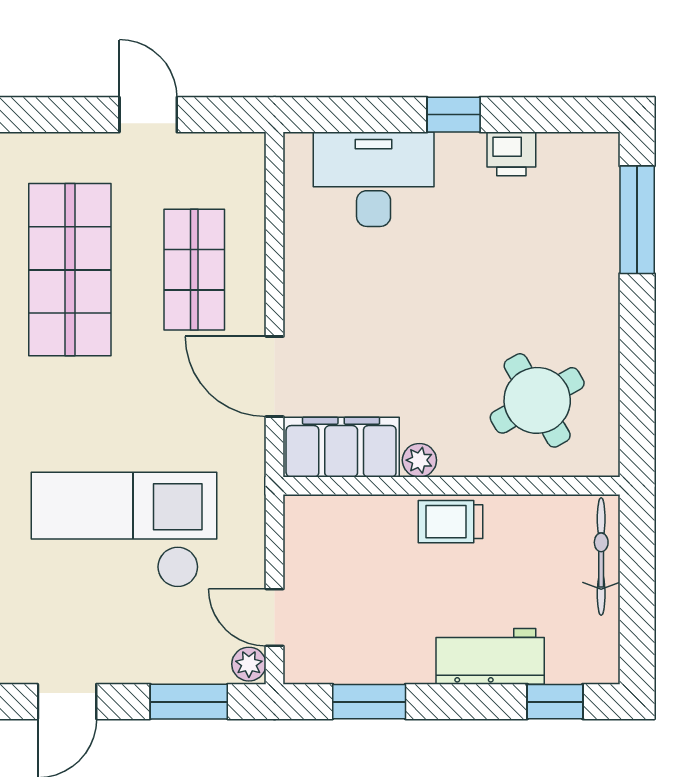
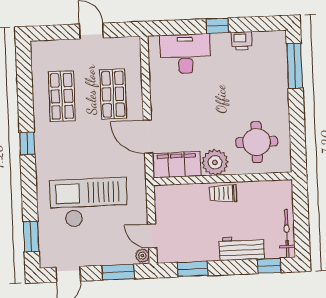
shop shelf: (70, 270) -> (62, 96), width x0.70, depth x0.74
round table: (537, 400) -> (257, 142), turned 30
plant: (419, 460) -> (215, 162), width x1.87, depth x1.87
bicycle: (601, 556) -> (287, 234), moved

